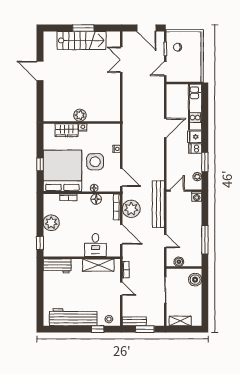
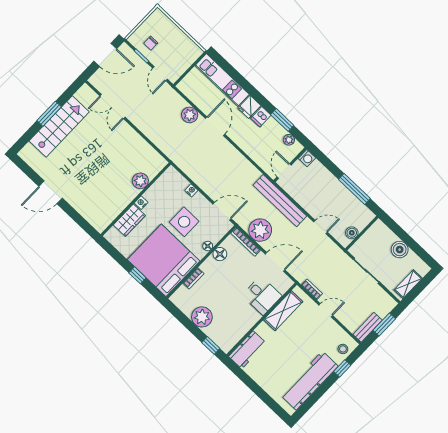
plant: (158, 108) -> (190, 115), added
plant: (80, 115) -> (140, 181), moved
boiler: (195, 280) -> (400, 250), moved

